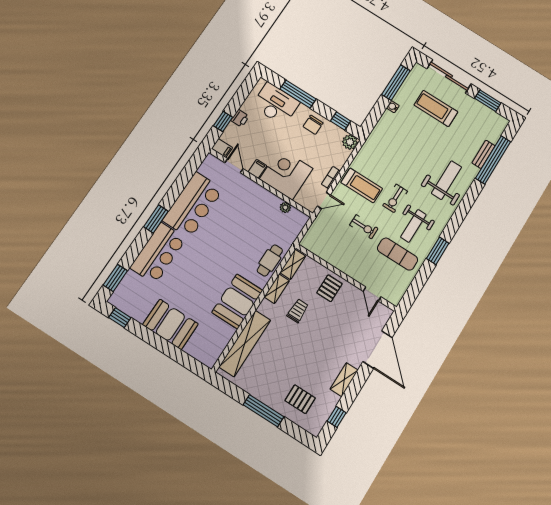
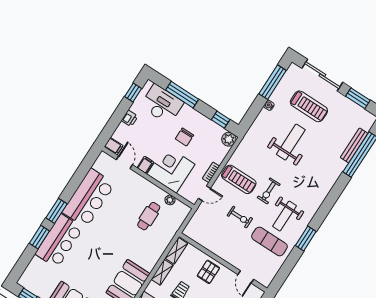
treadmill: (436, 108) -> (309, 106), turned 180
window: (223, 122) -> (133, 92), moved
chair: (313, 125) -> (184, 137), moved
bench: (484, 154) -> (354, 145), width x1.36
weight bench: (446, 180) -> (291, 142), moved
cafe table: (270, 260) -> (149, 216), moved
window: (115, 278) -> (39, 237), moved

